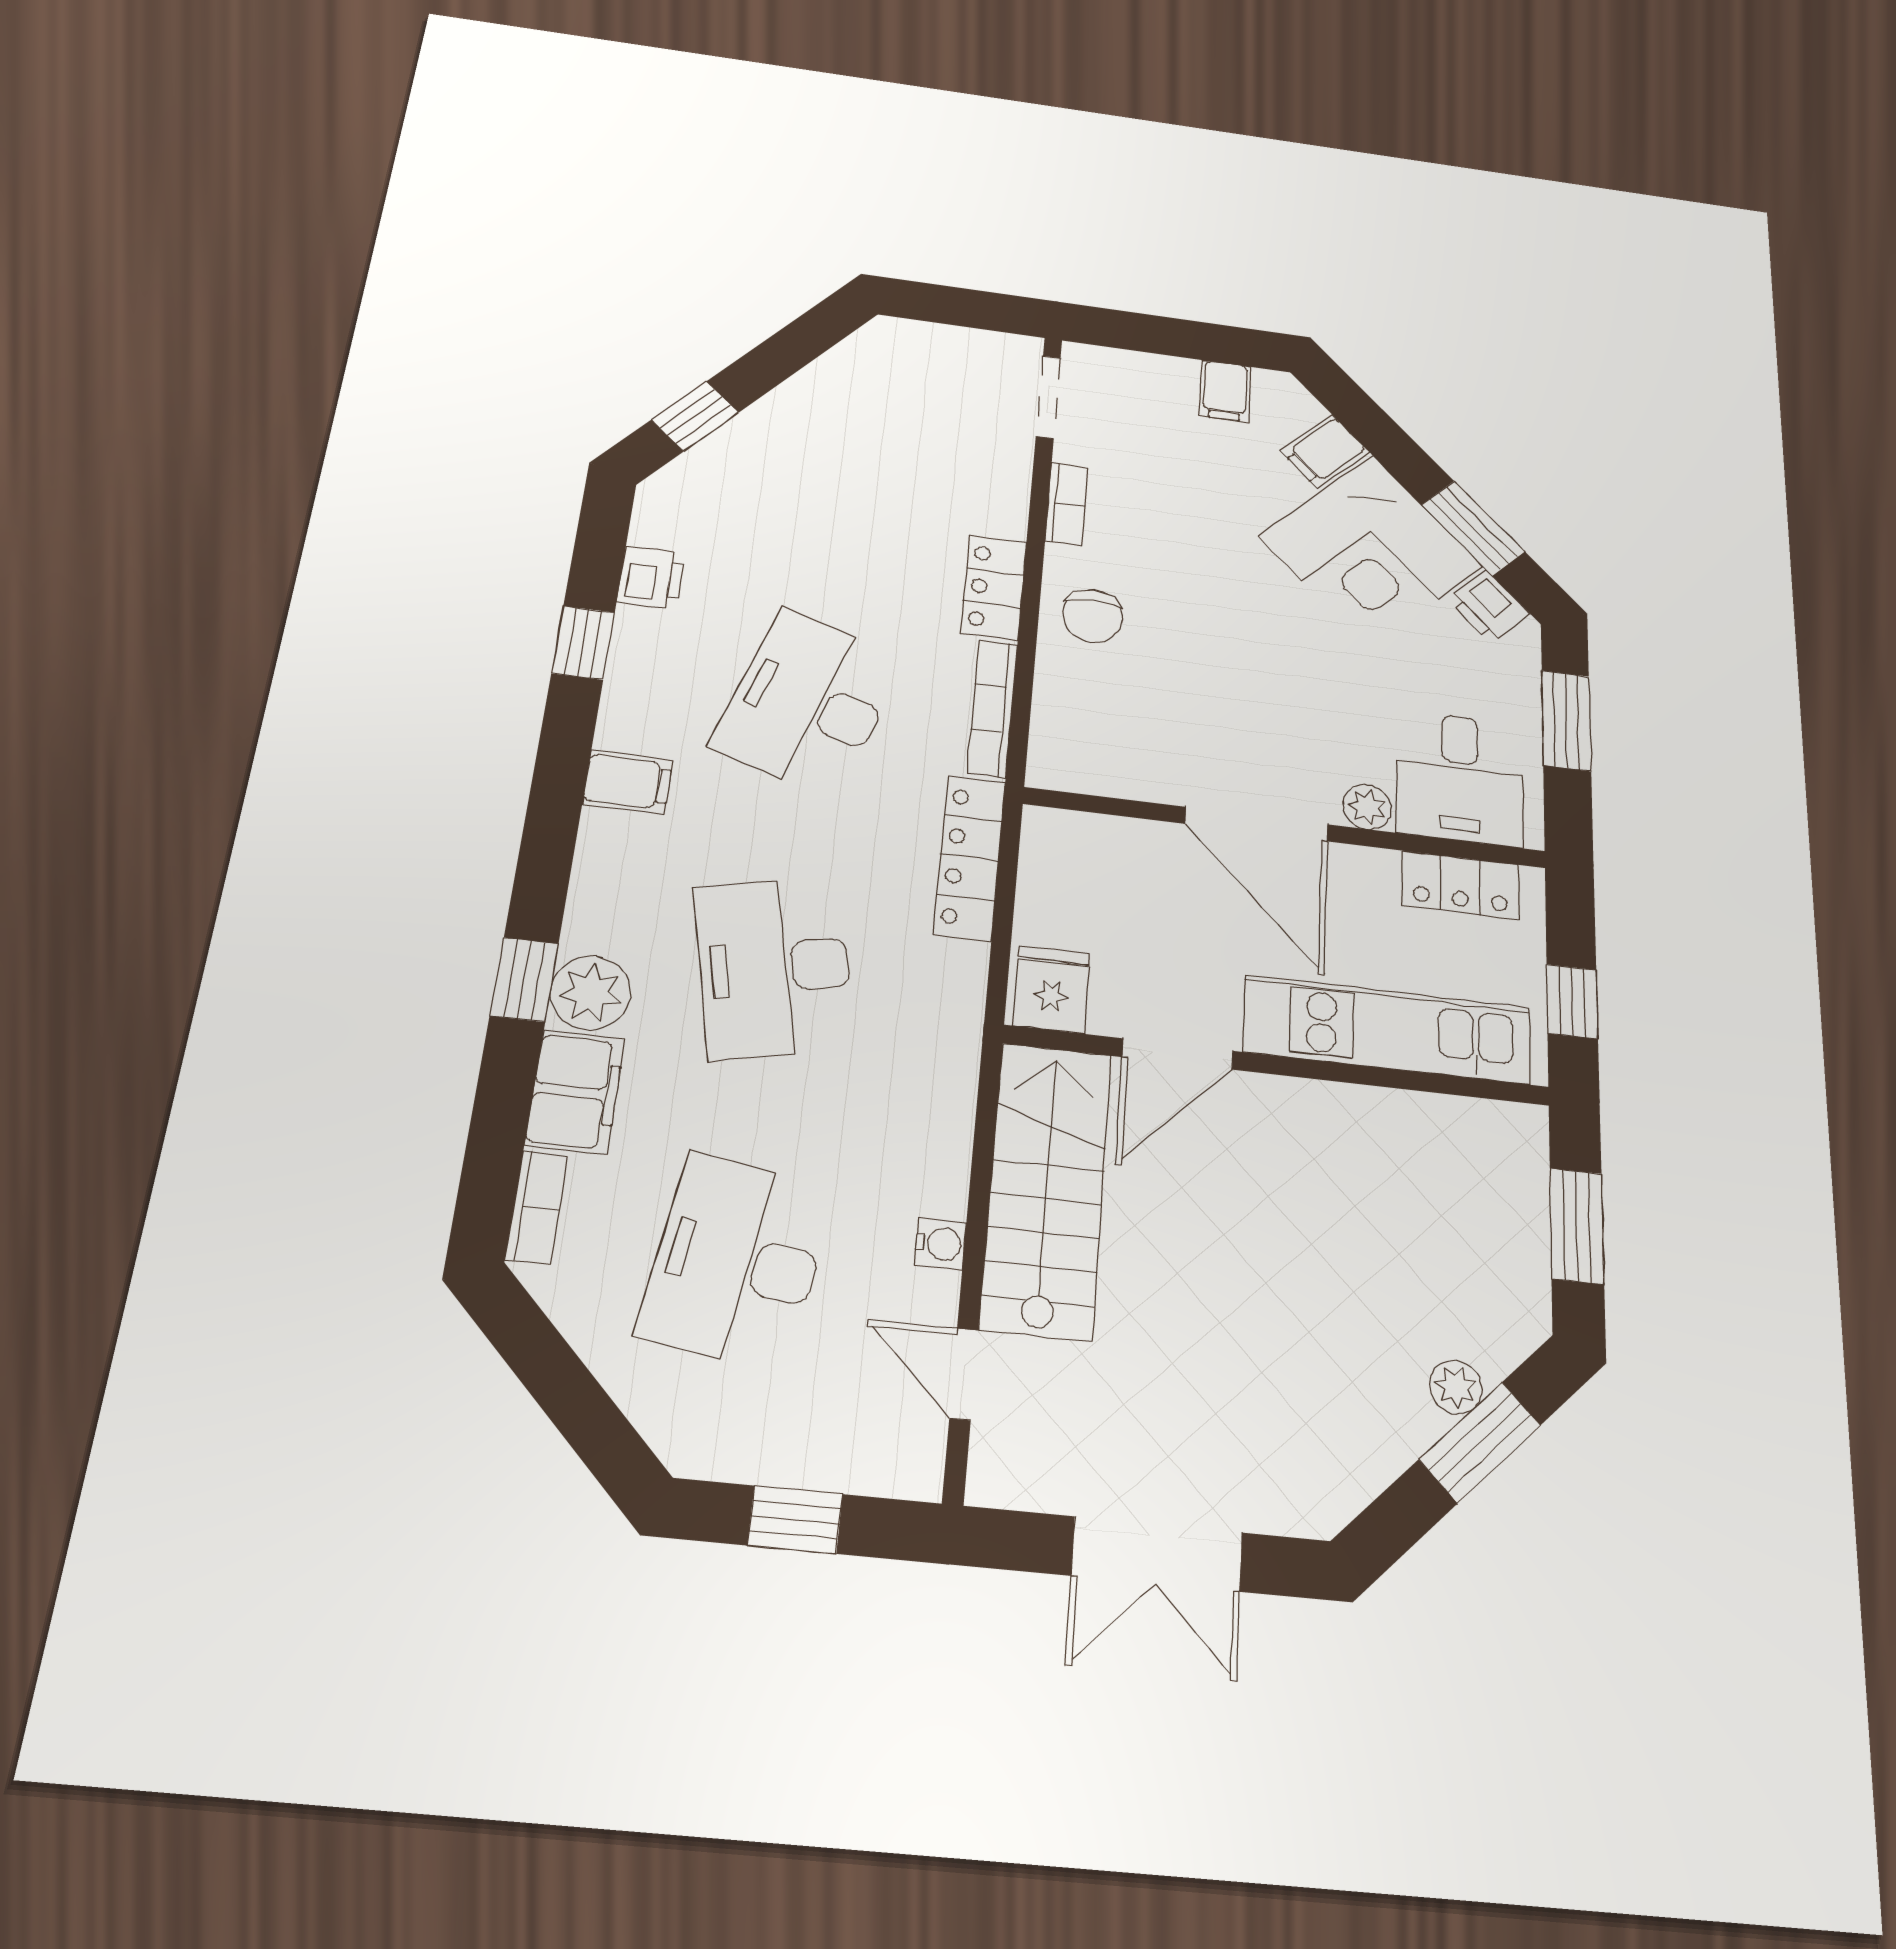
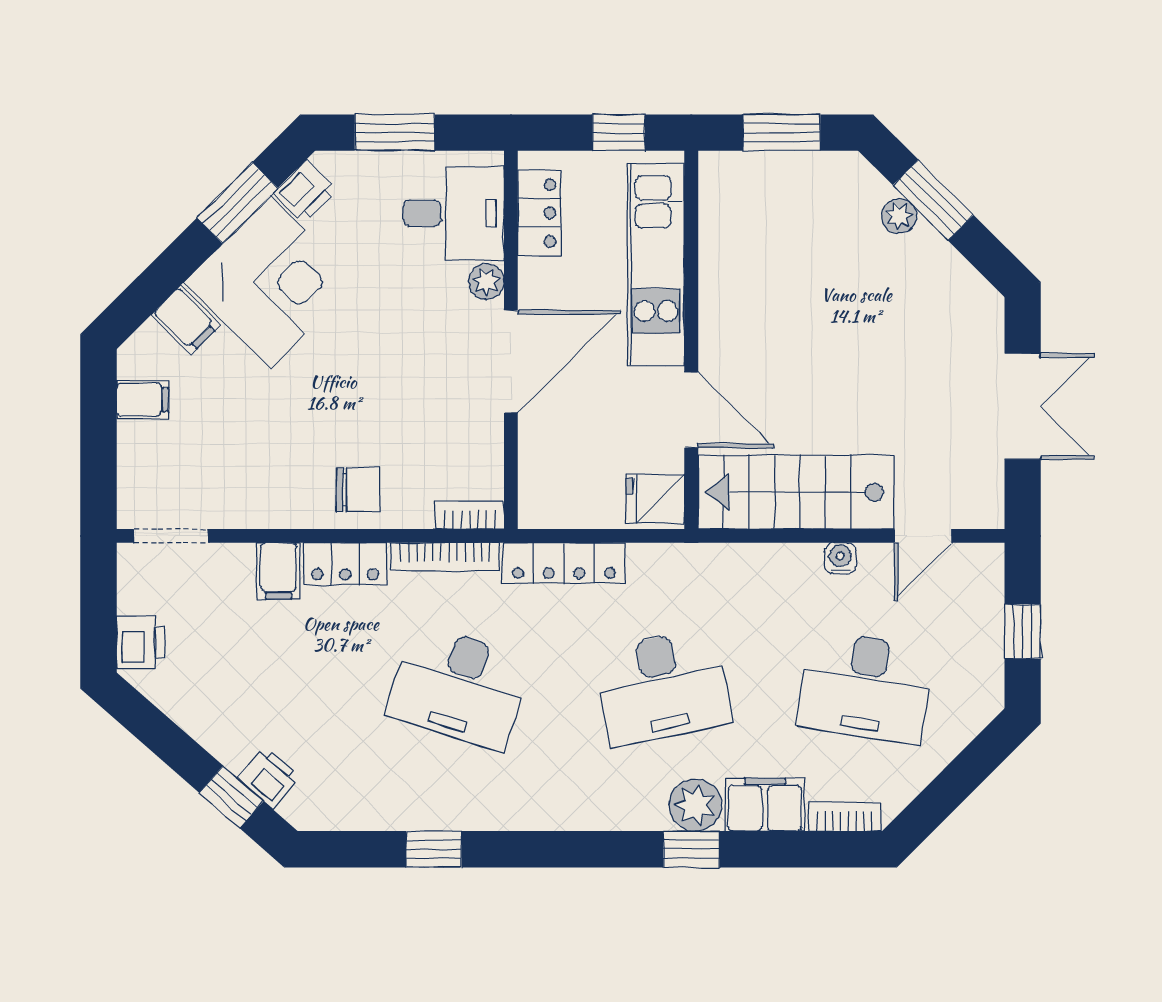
printer: (914, 345) -> (141, 642), added
bookcase: (1067, 504) -> (469, 515), moved
printer: (651, 578) -> (269, 777), moved, turned 41
filing cabinet: (628, 782) -> (279, 571), moved, turned 180

